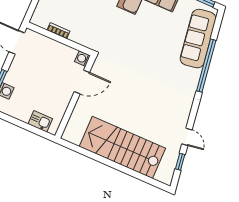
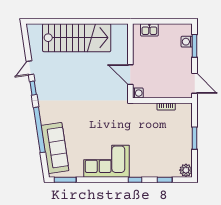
door: (82, 82) -> (130, 75), hinge flipped
door: (187, 137) -> (30, 68), hinge flipped
window: (180, 162) -> (33, 88), moved

